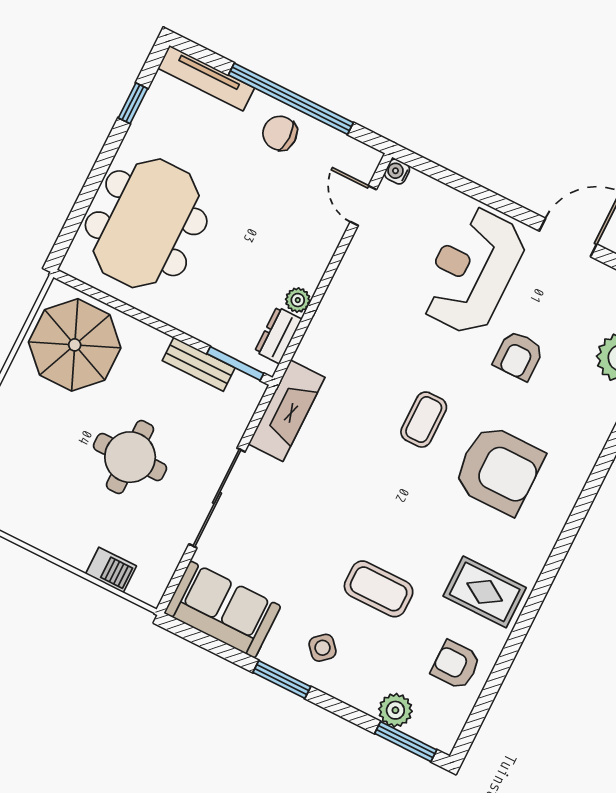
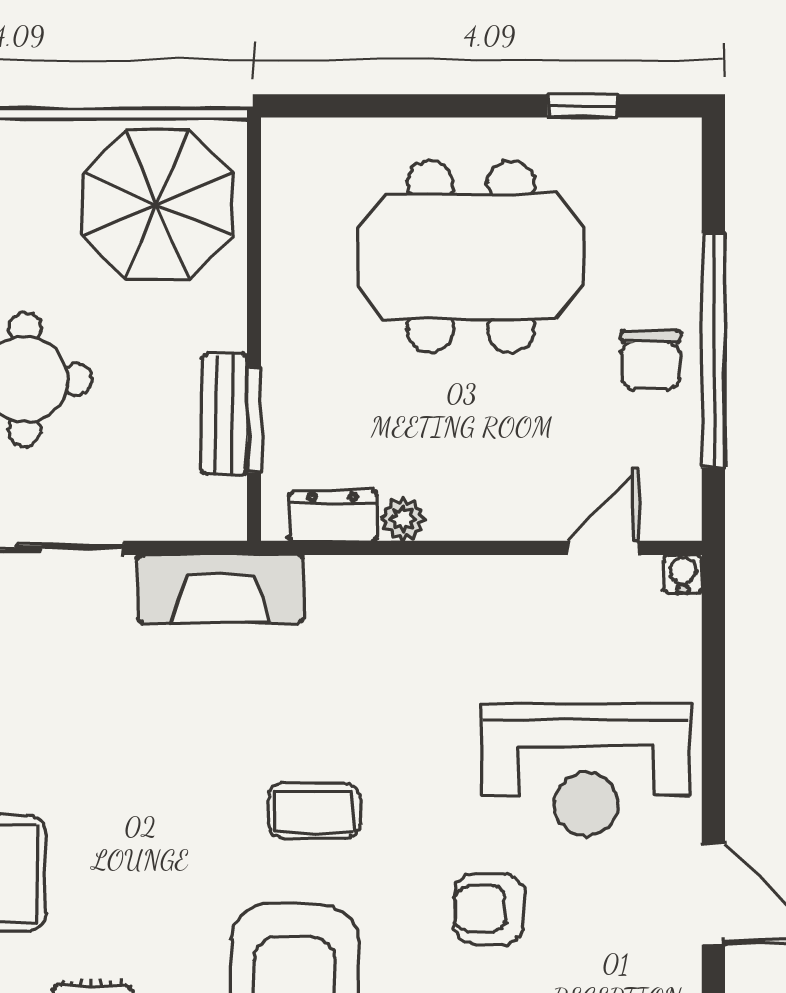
tv unit: (206, 78) -> (679, 201), removed
chair: (280, 133) -> (651, 360), turned 180
meeting table: (146, 223) -> (471, 257), moved
reception desk: (472, 271) -> (586, 770), turned 180
window: (235, 364) -> (254, 420), moved

